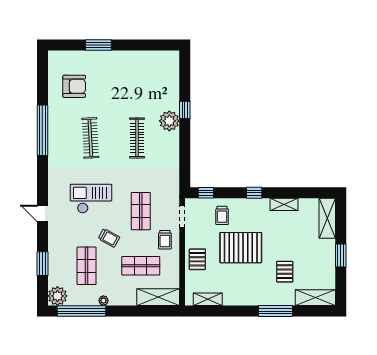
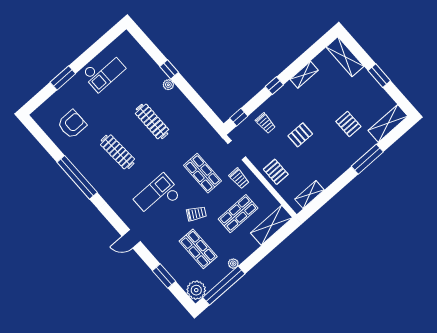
checkout: (134, 67) -> (104, 71), added
plant: (169, 121) -> (168, 85), width x0.53, depth x0.53
pallet: (241, 248) -> (300, 135), width x0.49, depth x0.50

